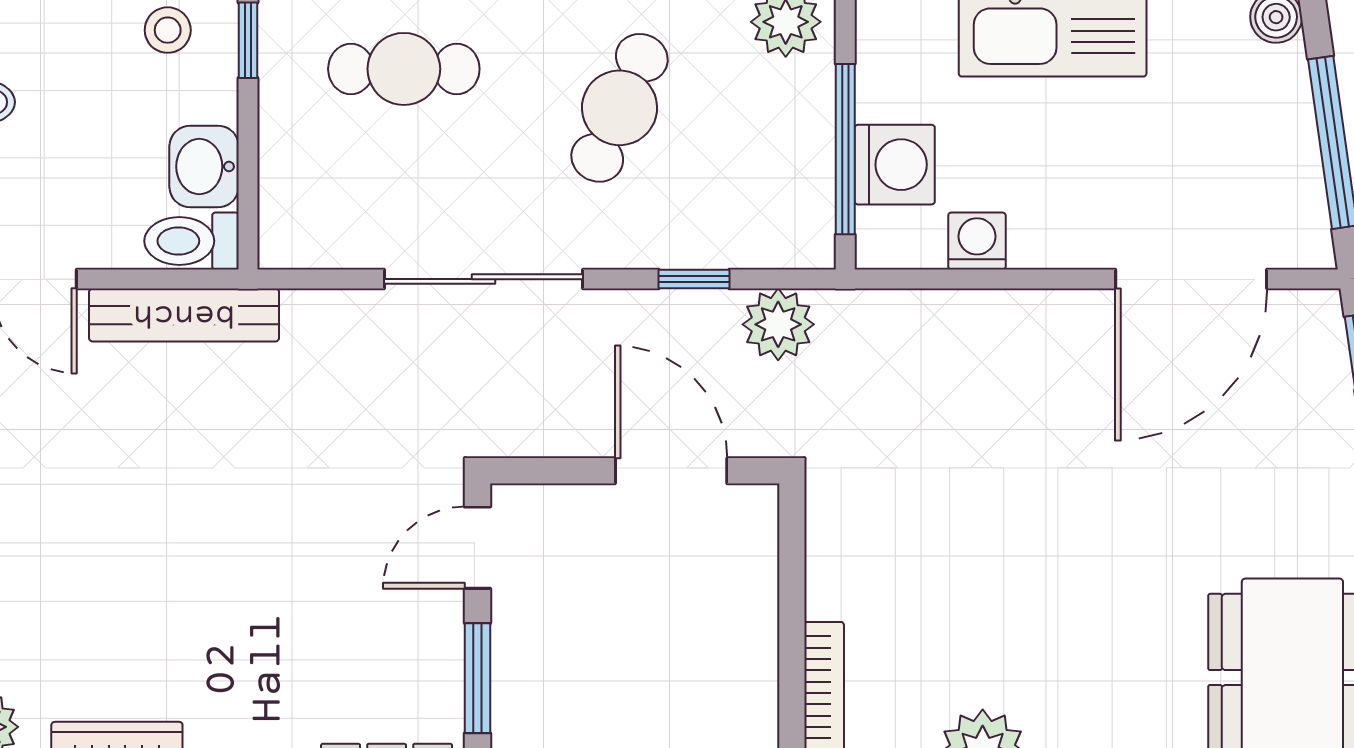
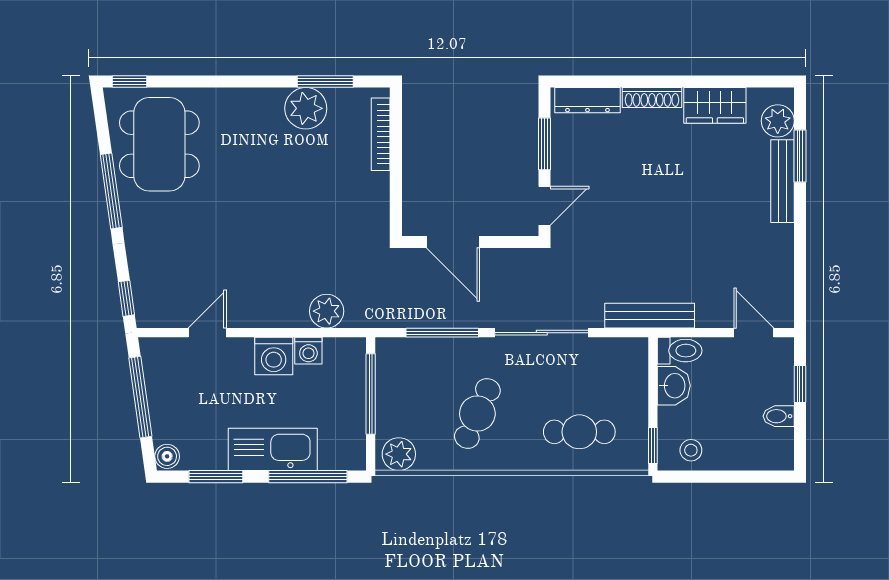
washing machine: (895, 165) -> (274, 356), moved, turned -90
window: (694, 279) -> (442, 333), width x2.17
door: (1191, 279) -> (207, 333), width x0.53
bench: (184, 315) -> (650, 316), moved
plant: (778, 324) -> (327, 311), moved

